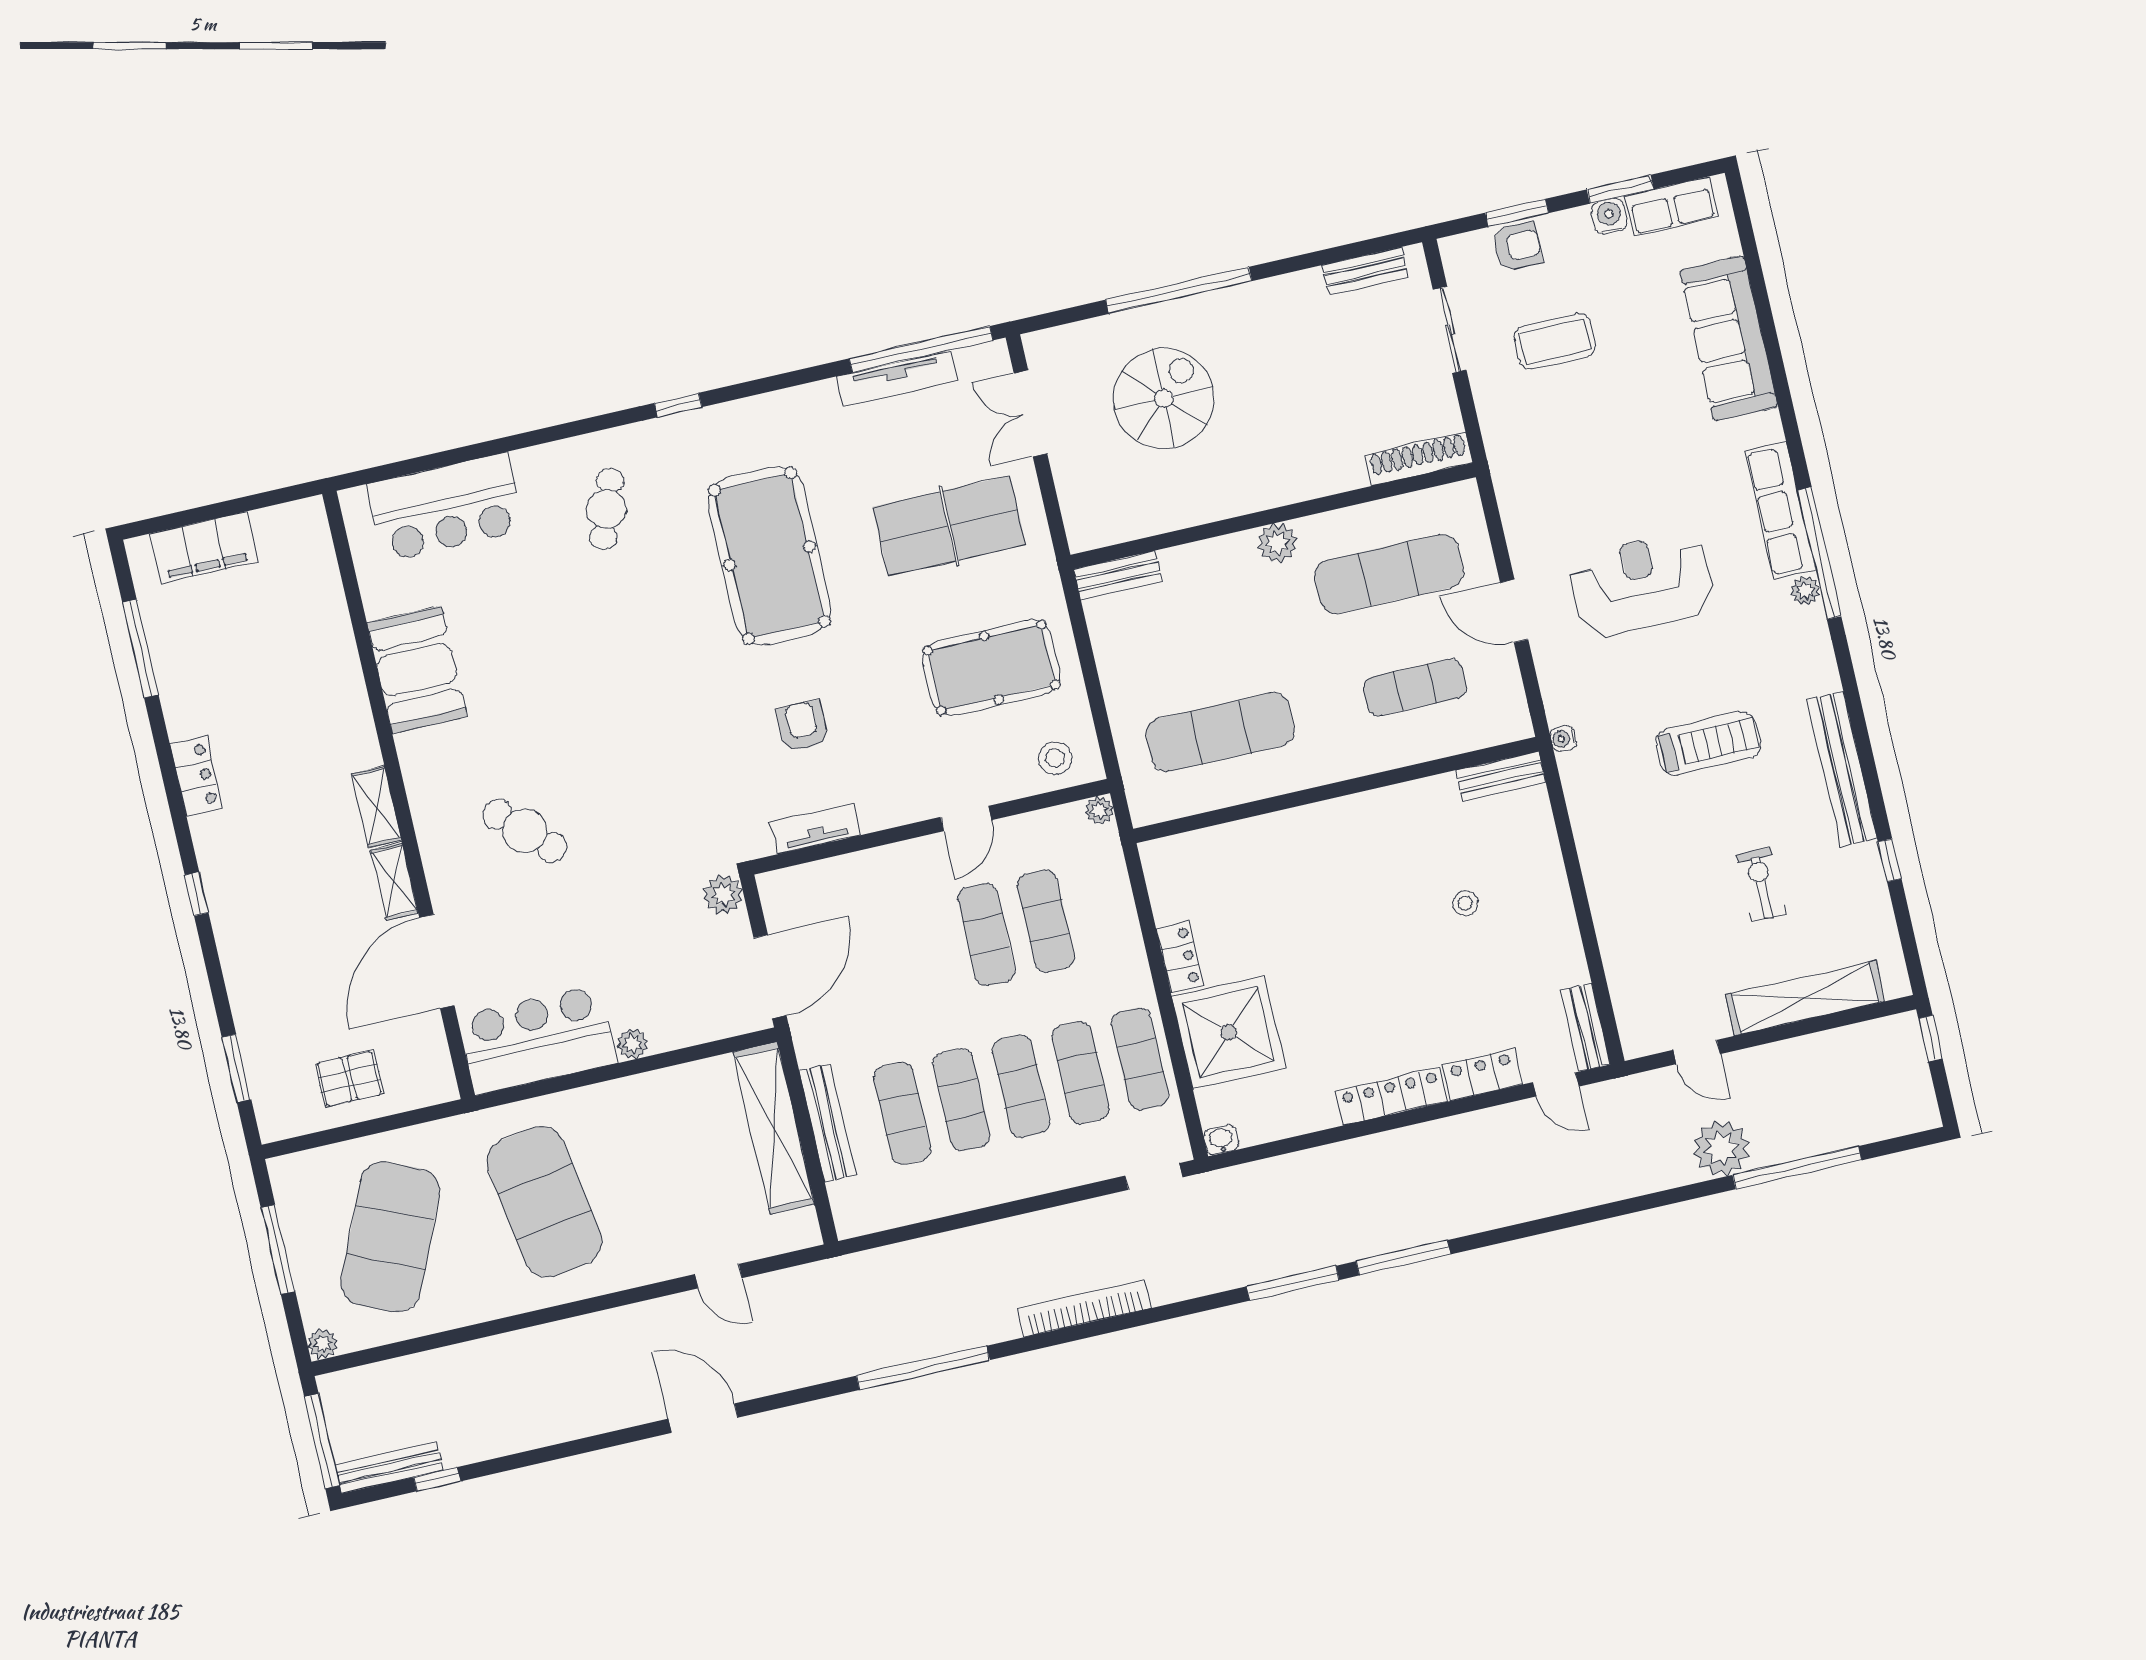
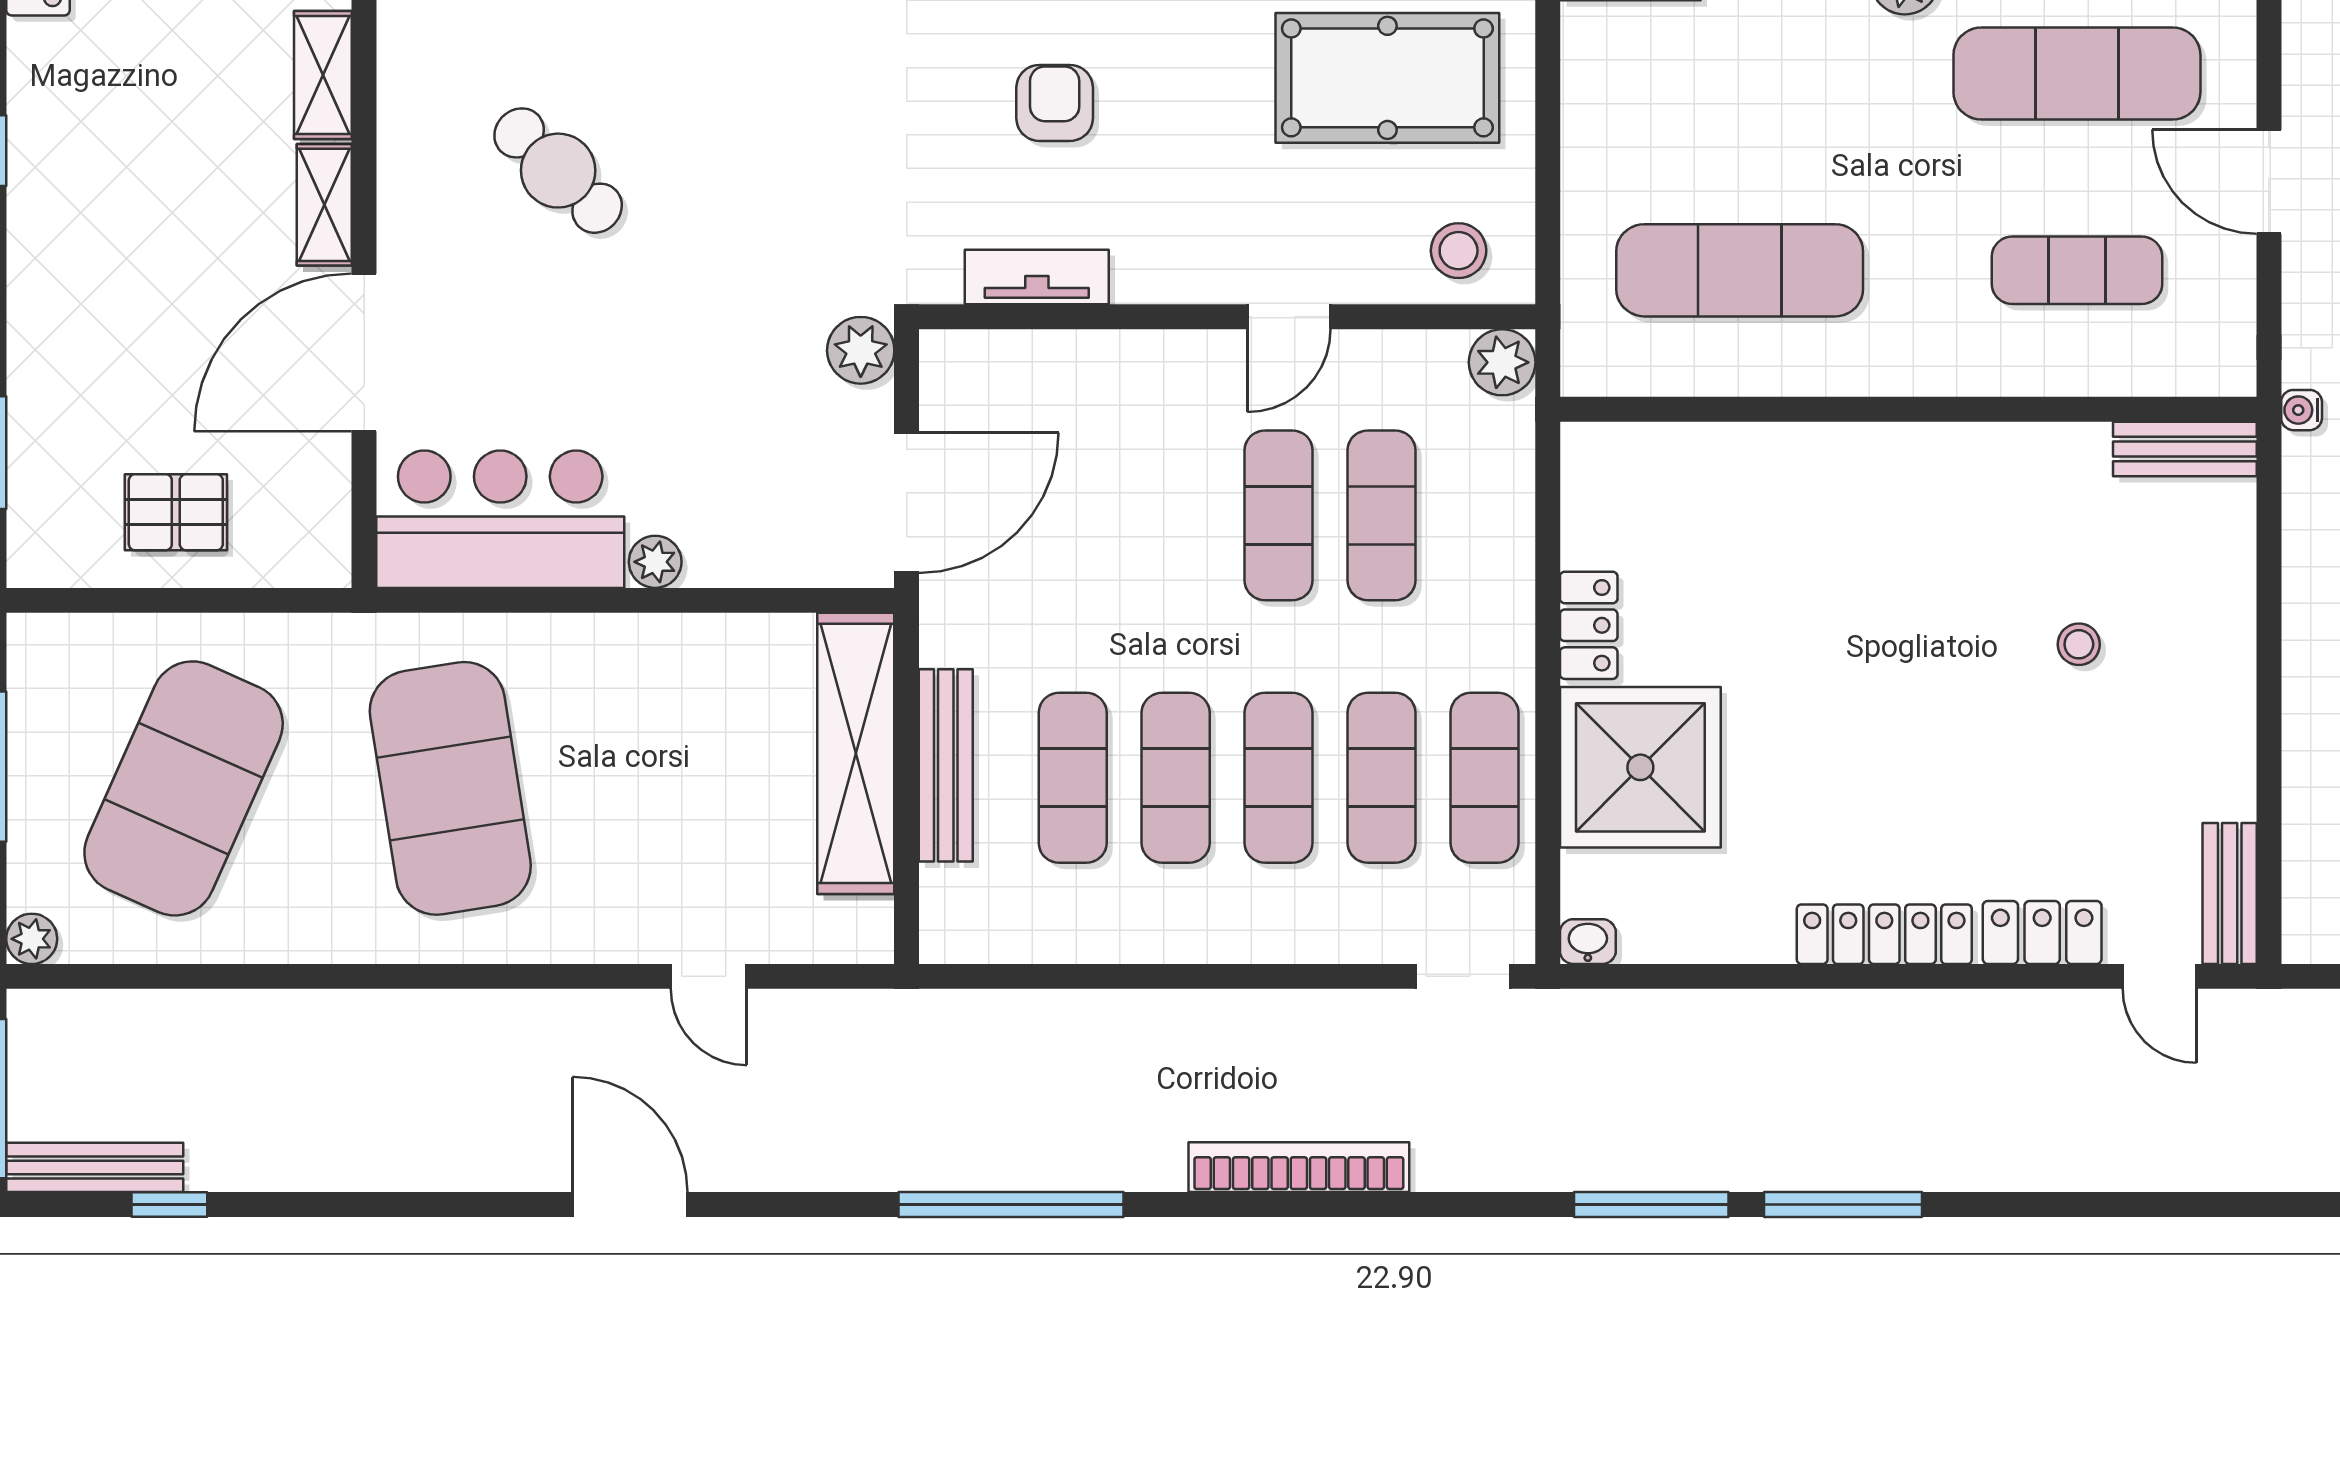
plant: (1099, 810) -> (1502, 362), width x1.38, depth x1.38

